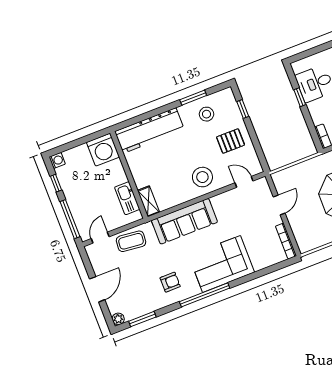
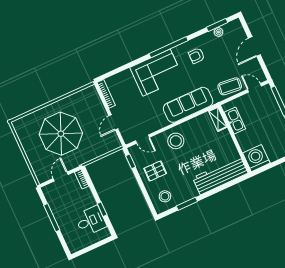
window: (243, 109) -> (131, 161), moved
stool: (207, 114) -> (165, 196), moved
door: (100, 238) -> (254, 88), swing flipped
plant: (118, 319) -> (218, 32), moved

